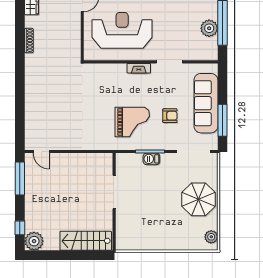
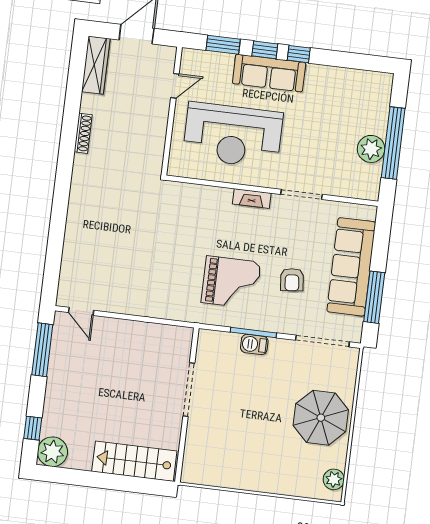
reception desk: (122, 30) -> (233, 135), turned 180
armchair: (170, 116) -> (292, 280), turned 84

